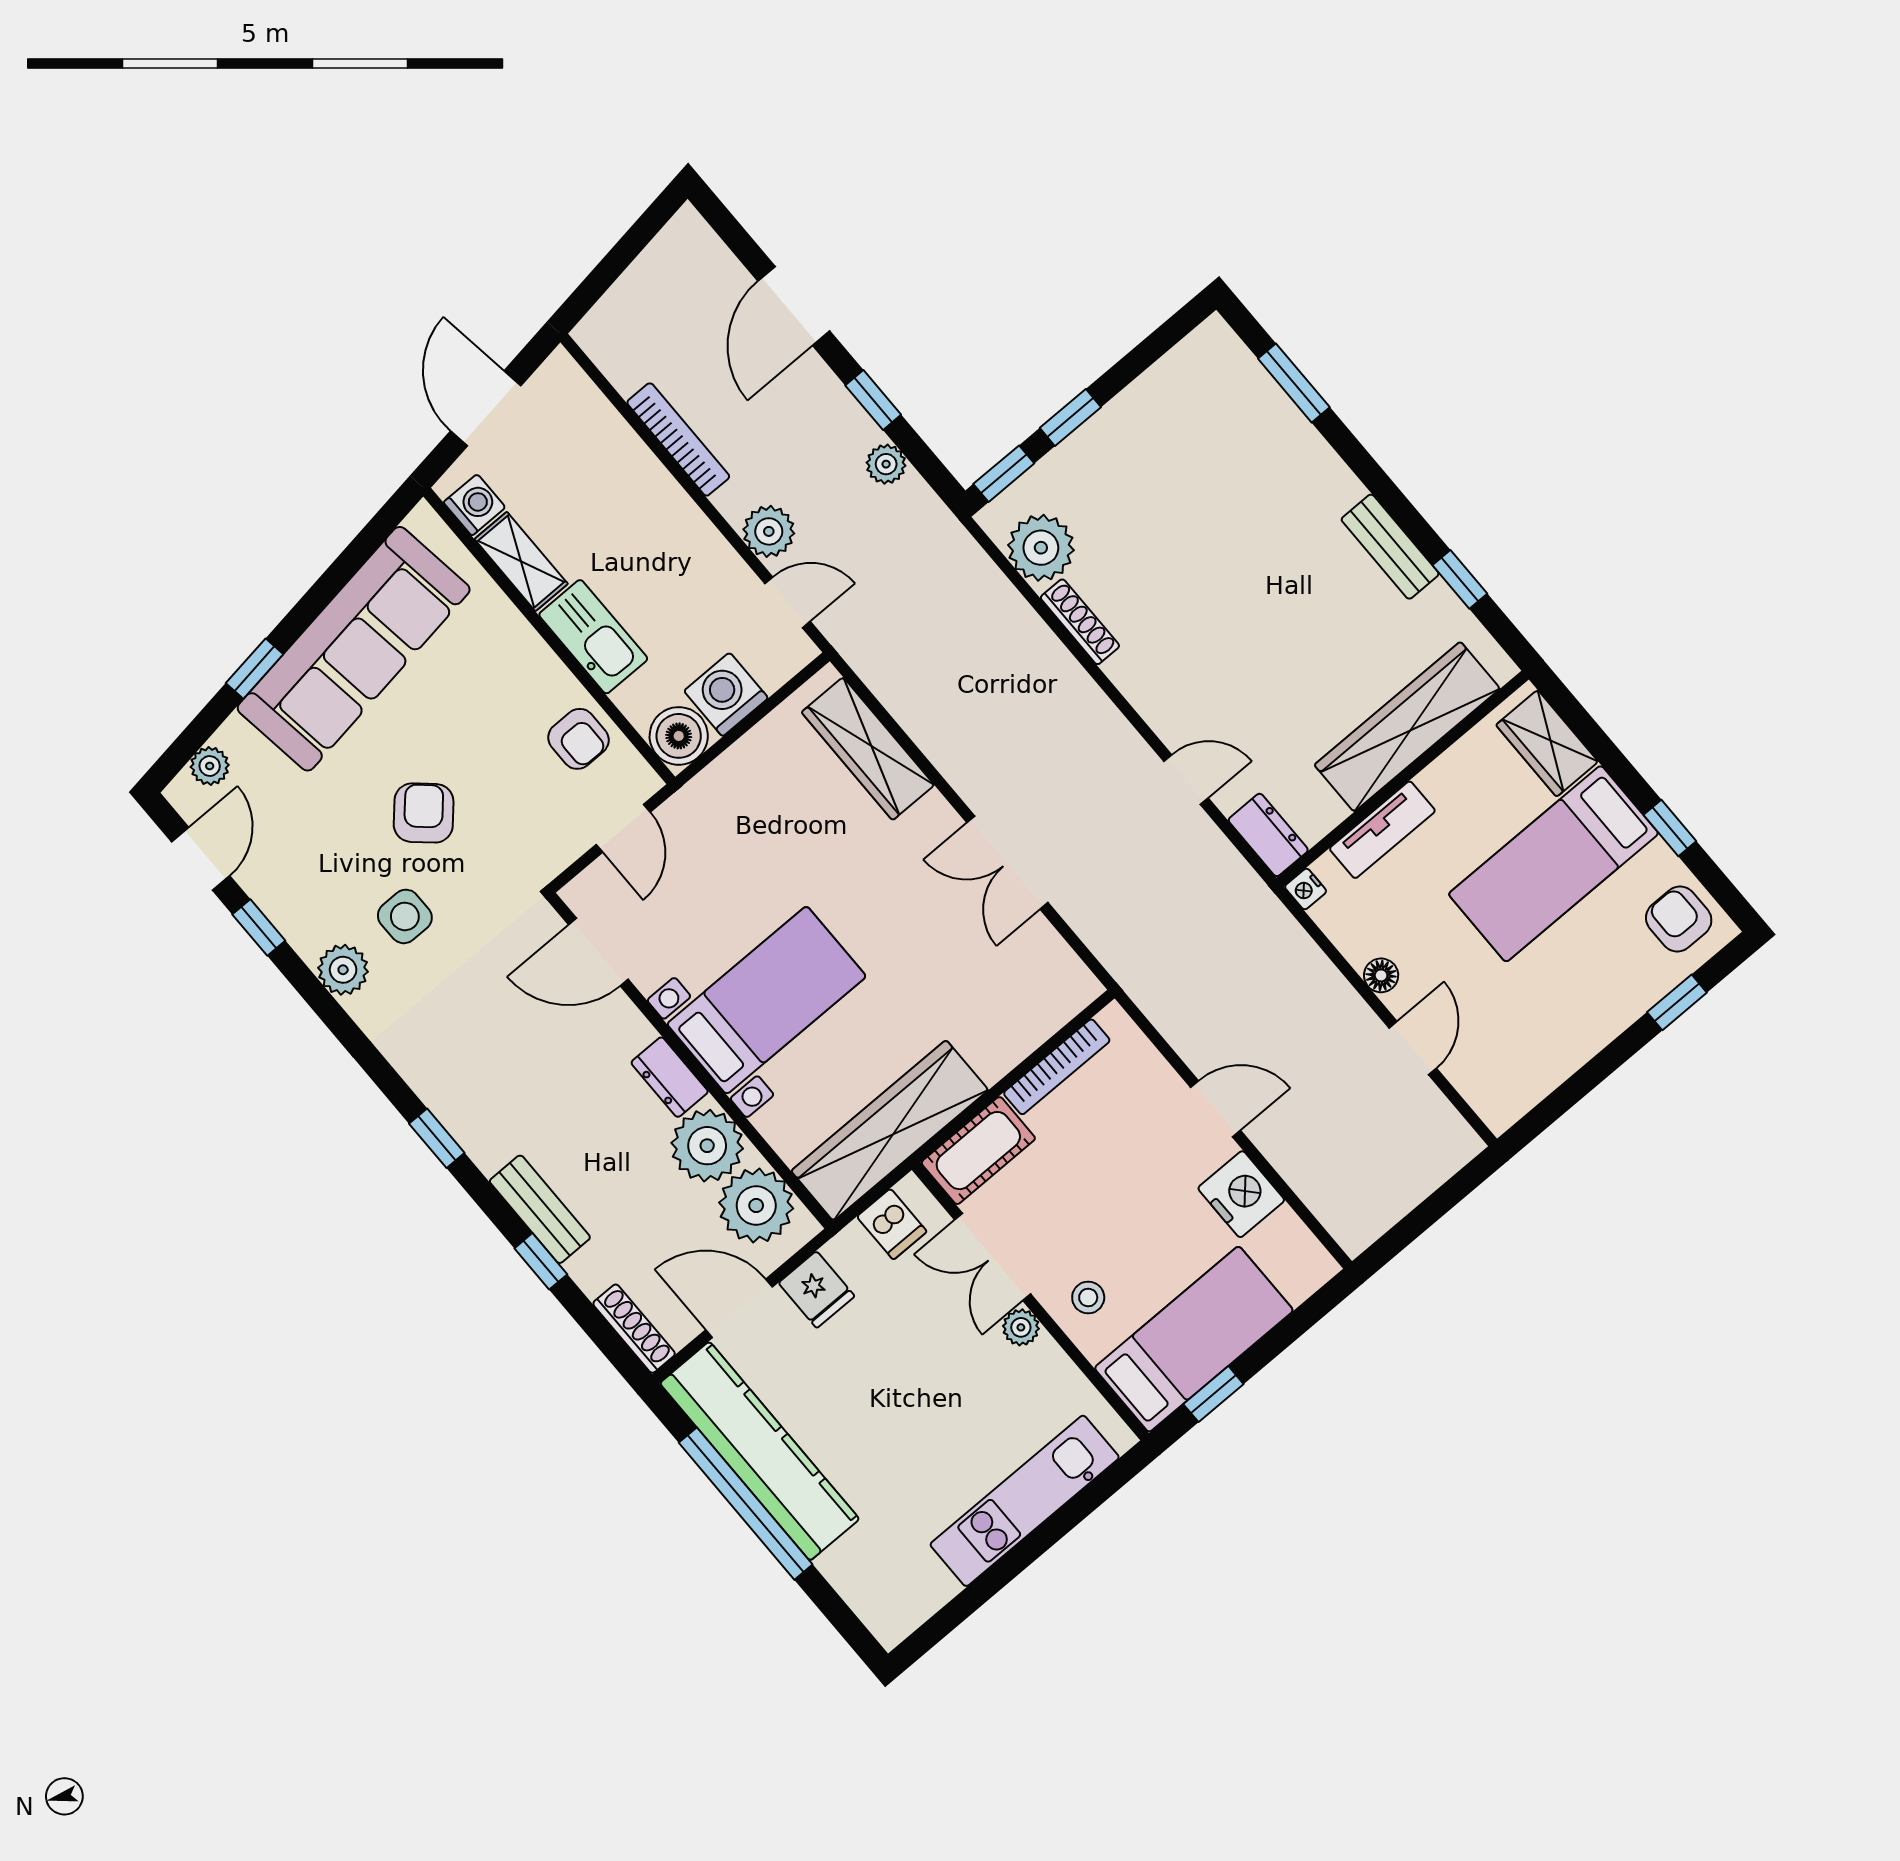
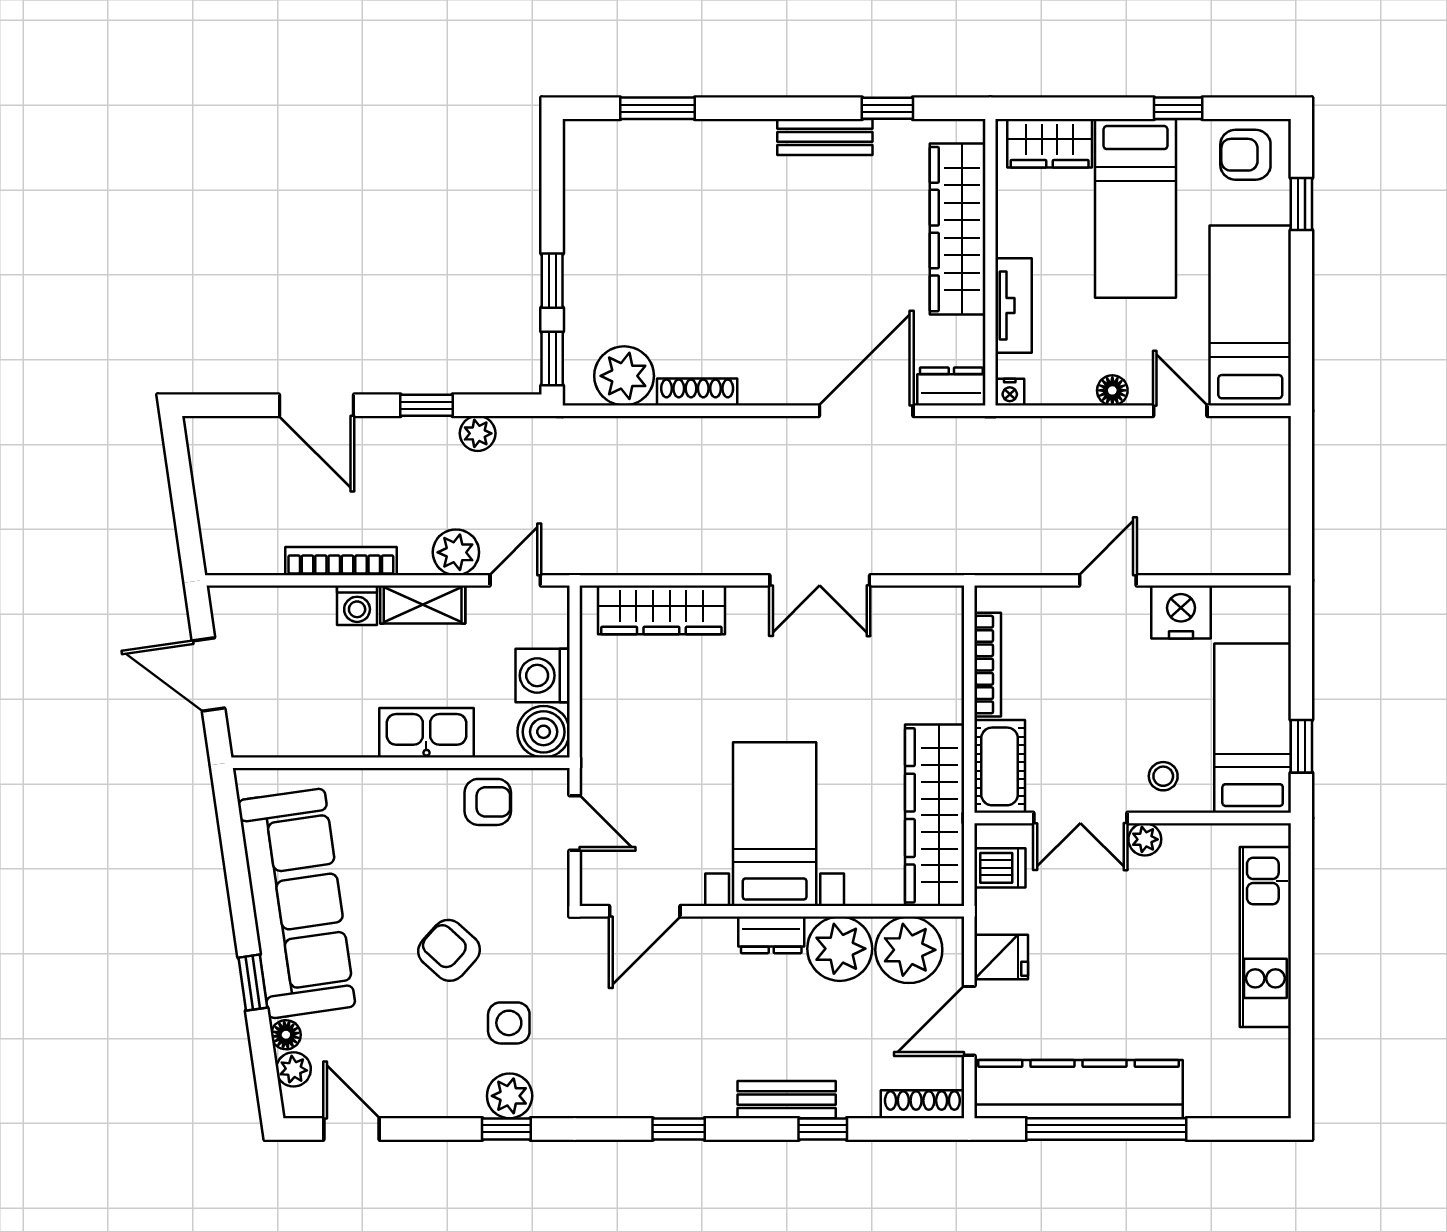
washing machine: (474, 505) -> (357, 605), moved, turned 180
shelving: (521, 561) -> (423, 605), moved
floor lamp: (234, 735) -> (286, 1035), added
door: (1186, 780) -> (866, 411), width x1.88
window: (259, 927) -> (506, 1129), moved
bed: (1545, 1039) -> (1250, 316), added

